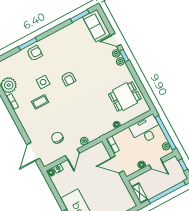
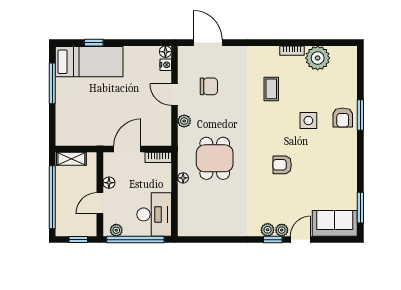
armchair: (68, 79) -> (282, 165), moved
side table: (43, 82) -> (308, 121), moved
dining table: (125, 97) -> (215, 158), moved

